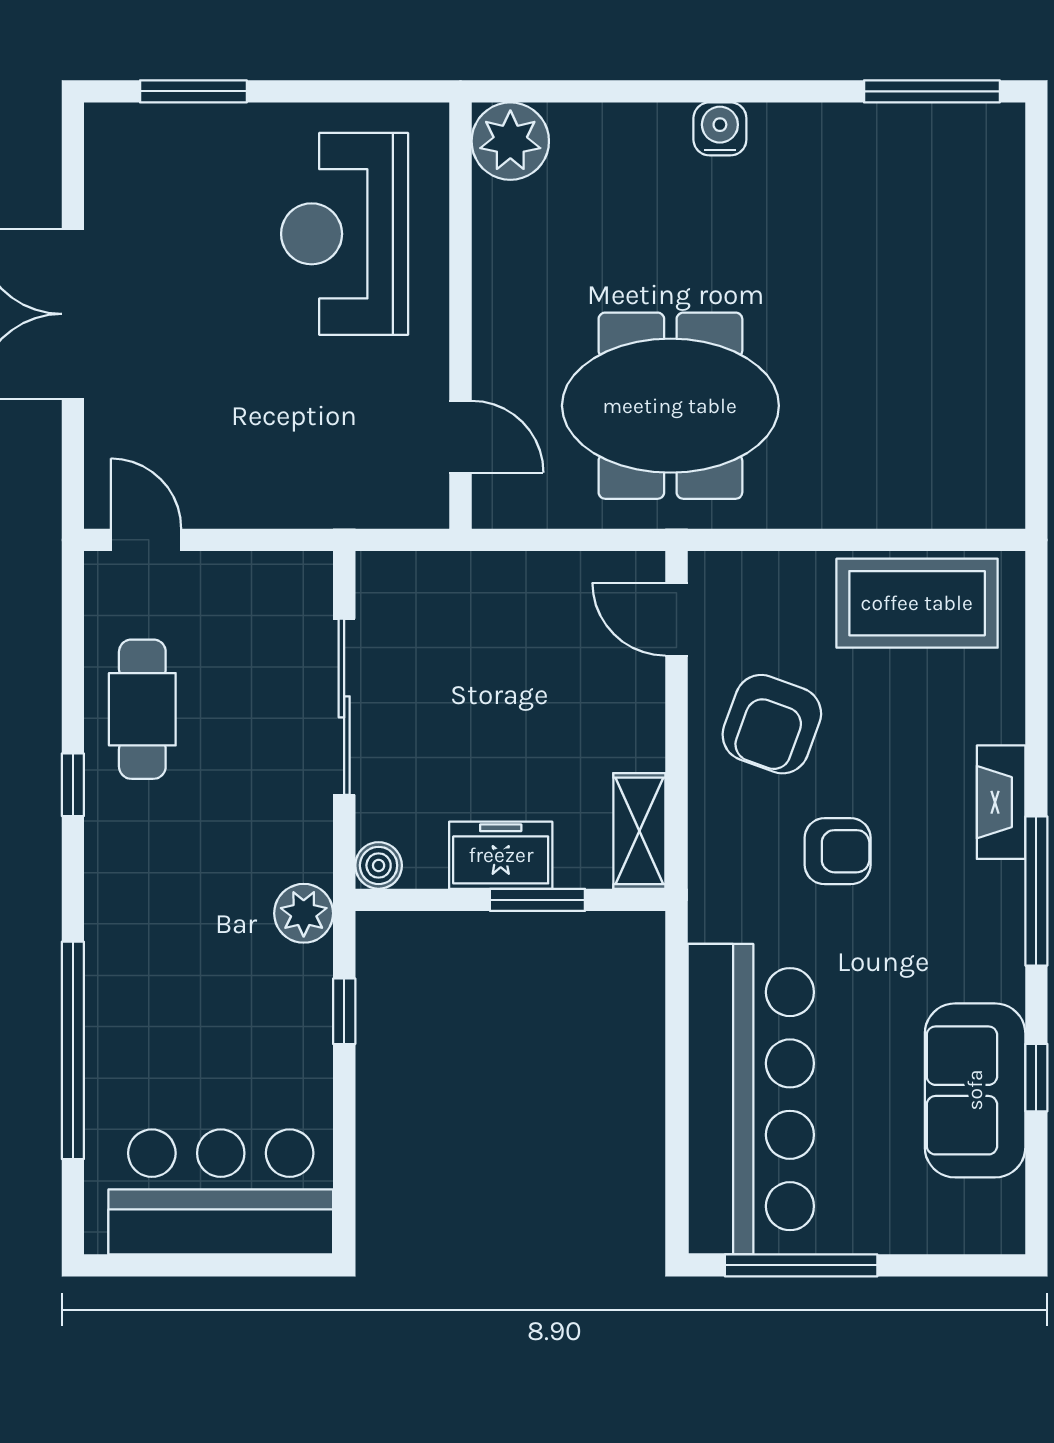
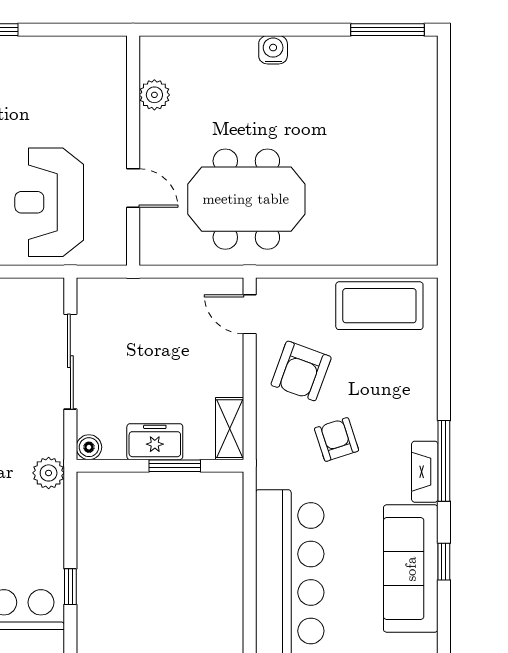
plant: (510, 141) -> (154, 95), moved, width x0.73, depth x0.73
reception desk: (345, 234) -> (49, 202), moved
door: (460, 437) -> (133, 188), moved
fireplace: (1001, 802) -> (425, 472), moved
armchair: (838, 851) -> (337, 439), turned -108
window: (344, 1011) -> (70, 587), moved
sofa: (975, 1090) -> (411, 569), width x1.36

